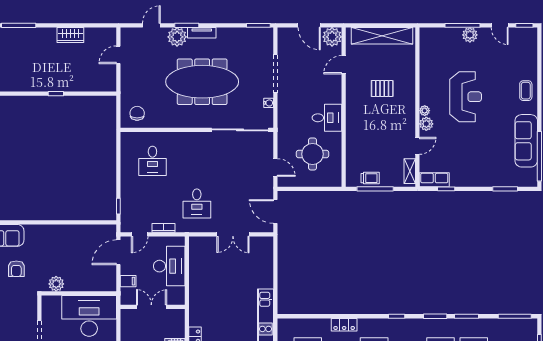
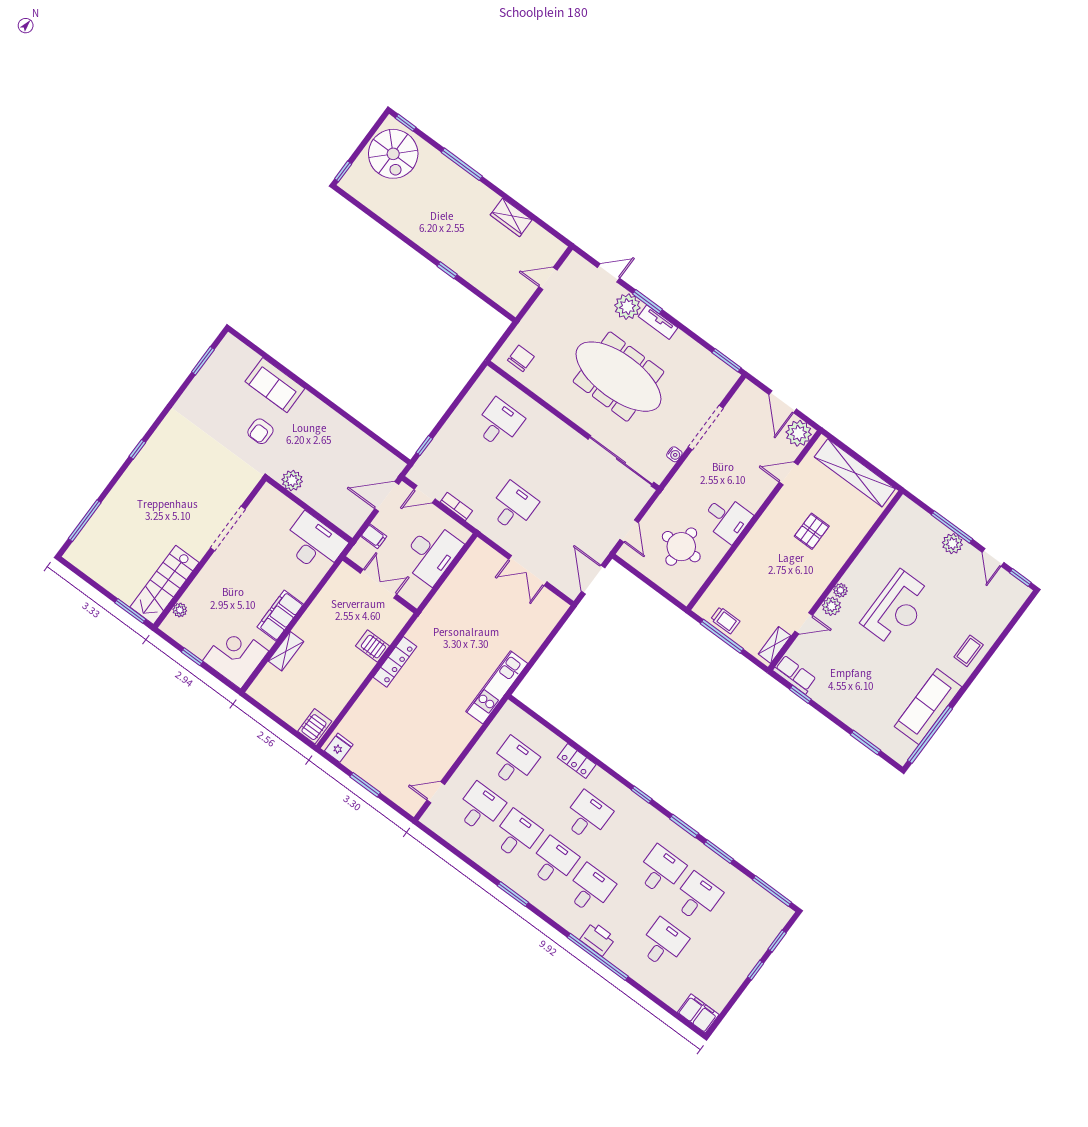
pallet: (382, 89) -> (812, 531), turned 90
desk: (152, 161) -> (499, 423), turned 180
desk: (197, 203) -> (513, 507), turned 180
desk: (89, 316) -> (314, 544), width x0.73, depth x0.77

